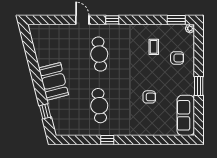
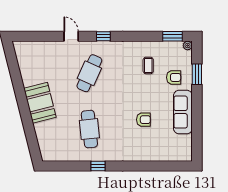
cafe table: (99, 54) -> (89, 73), turned 30
window: (199, 86) -> (197, 74), moved
window: (45, 111) -> (31, 135), removed
sofa: (186, 115) -> (183, 112), moved

